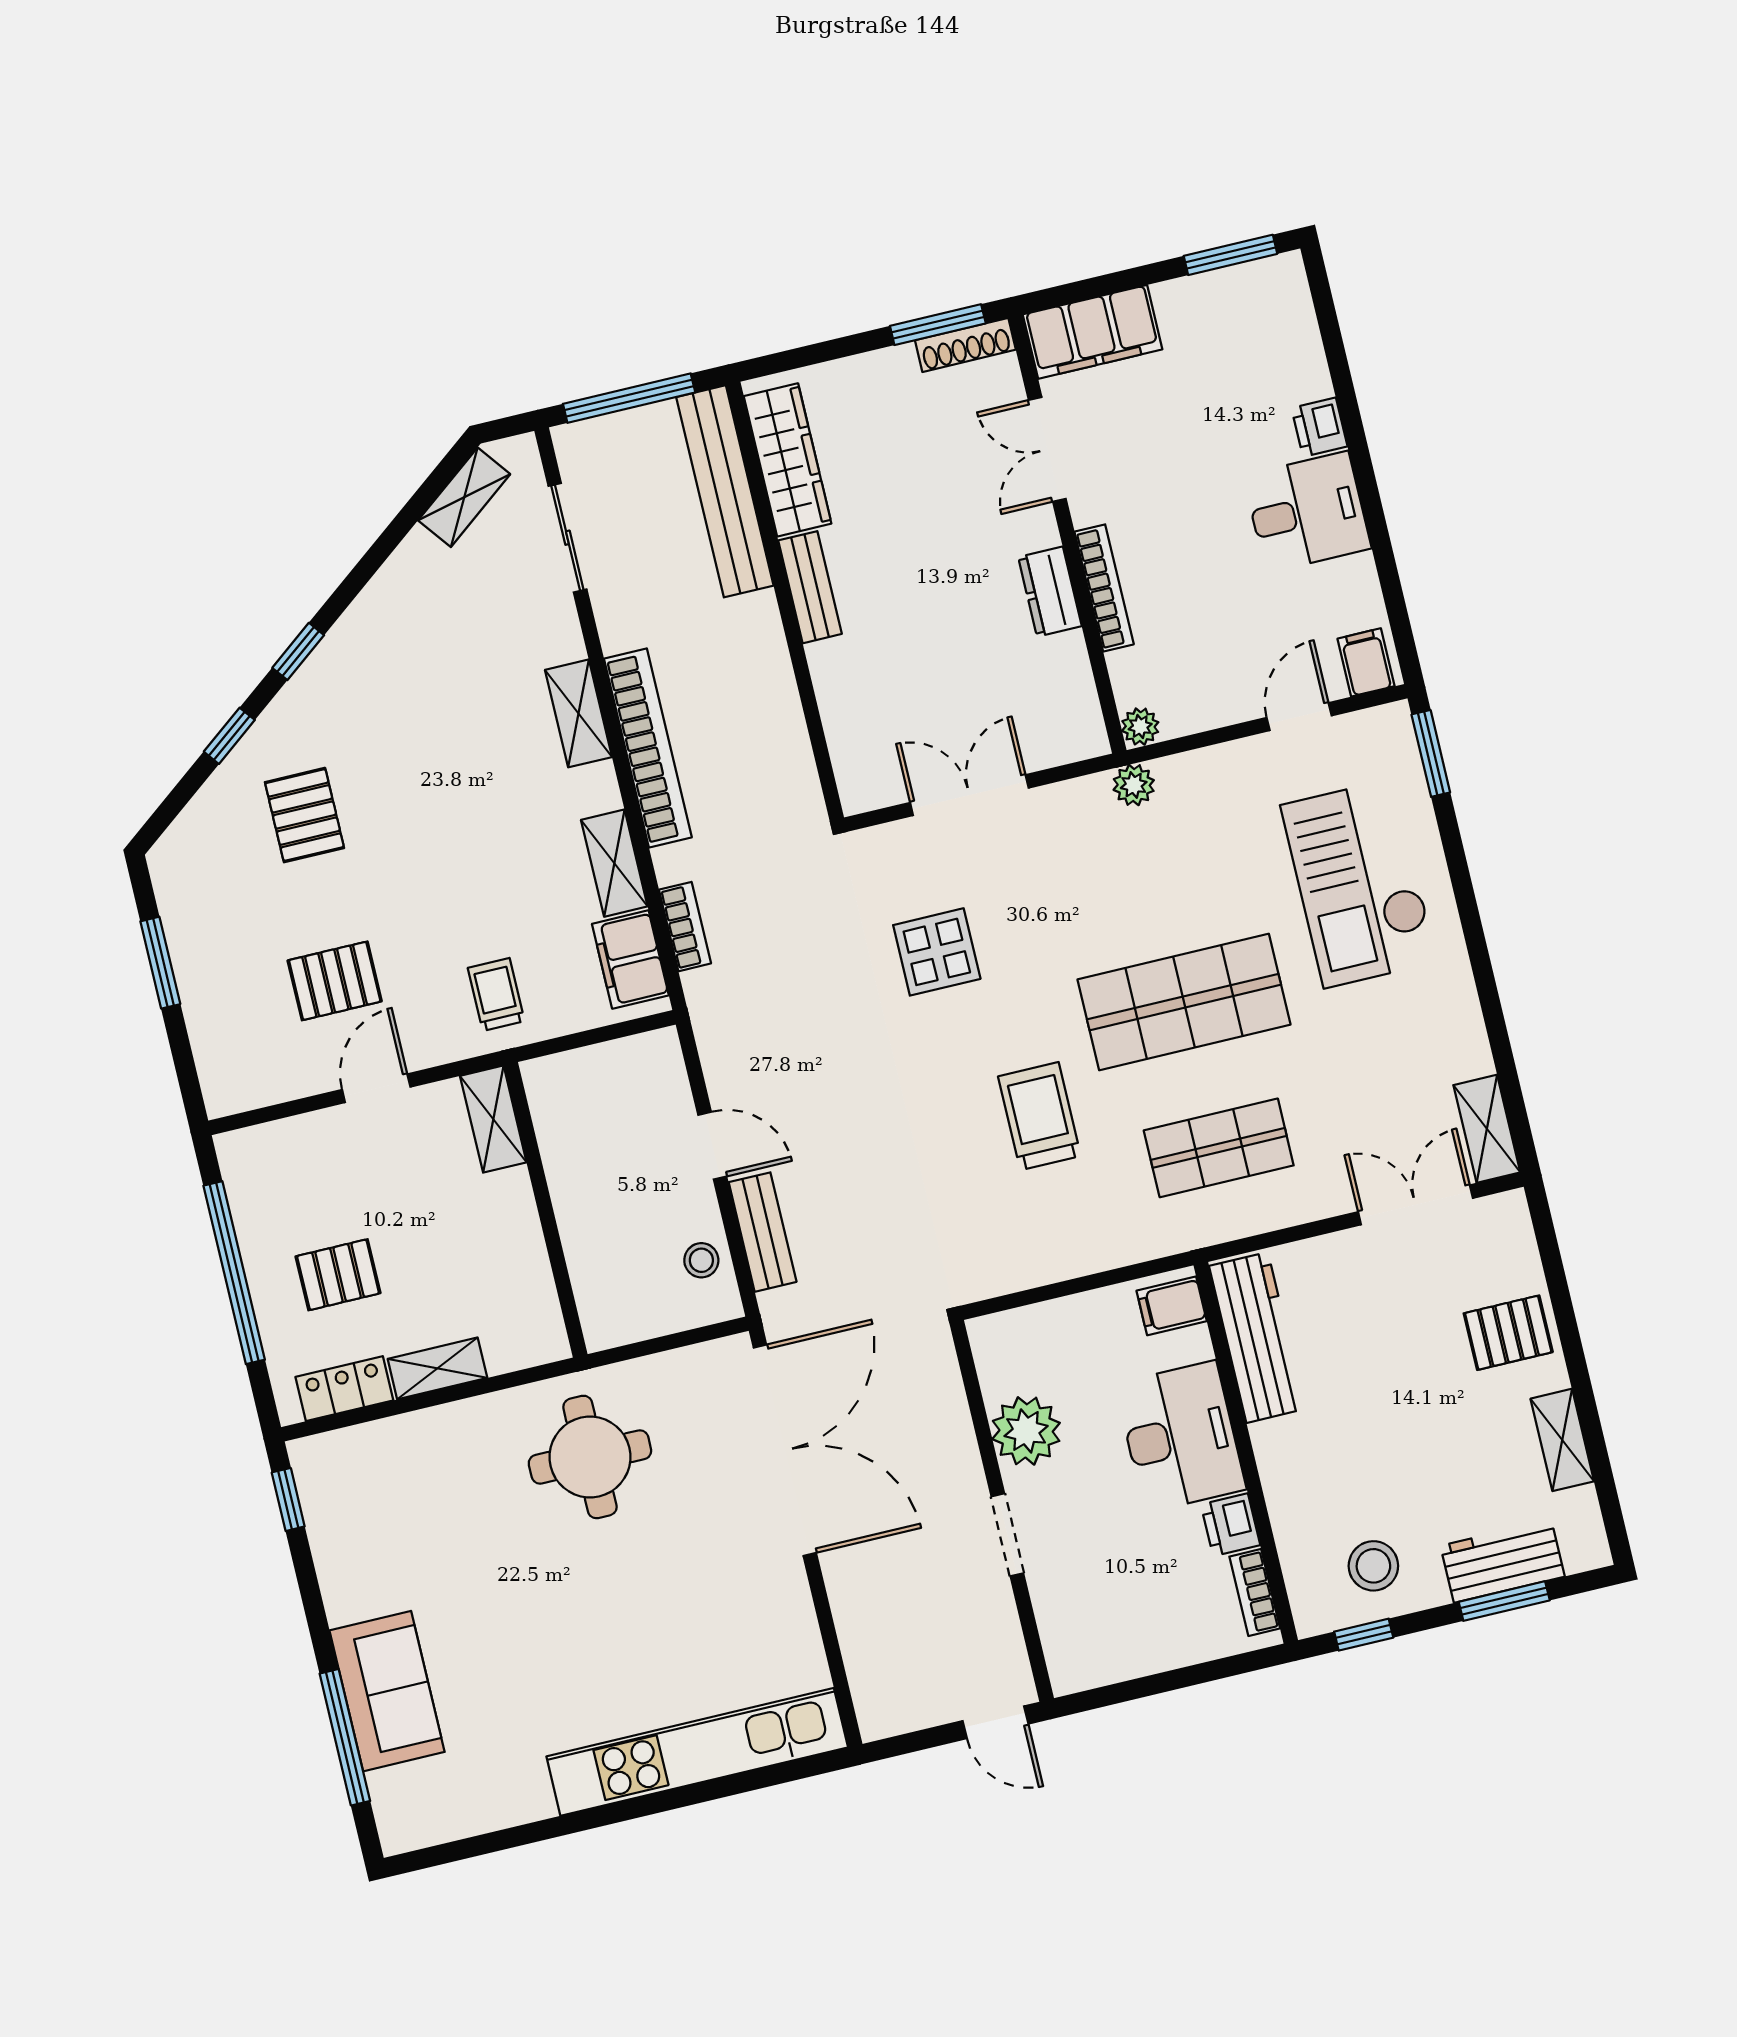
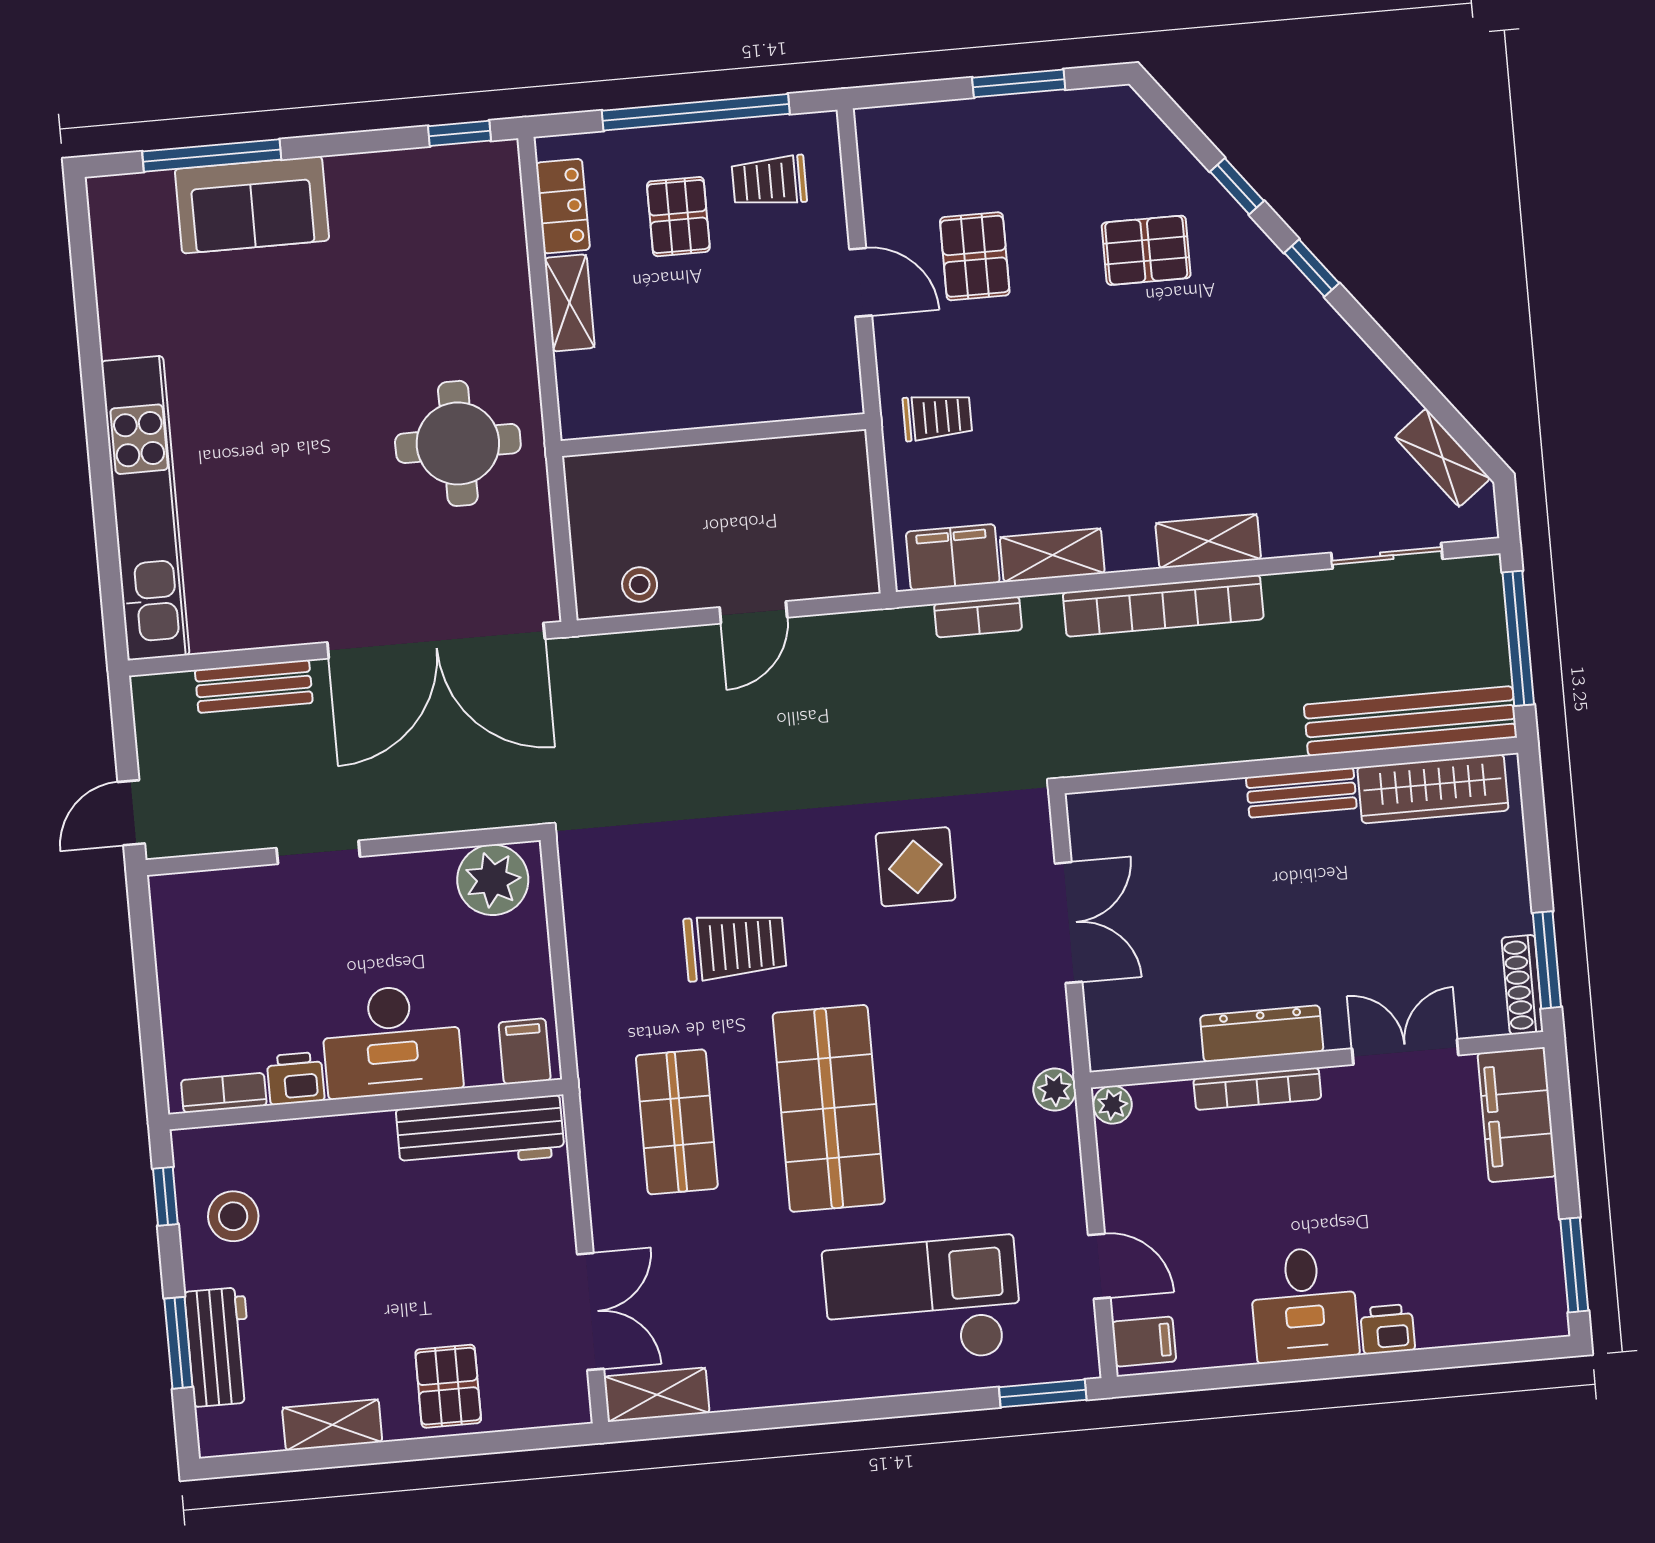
dresser: (1050, 592) -> (1262, 1034), width x1.44
shelving: (493, 1119) -> (812, 396), removed
trolley: (291, 1191) -> (769, 181), added
bench: (763, 1232) -> (254, 686), moved
plant: (1026, 1431) -> (493, 880), moved

